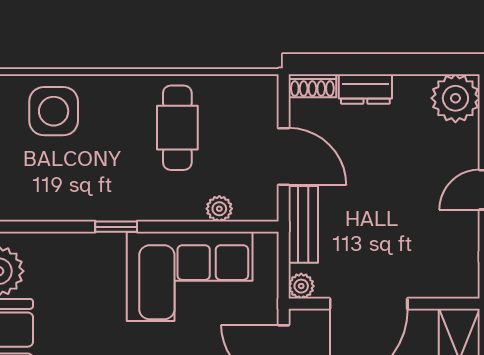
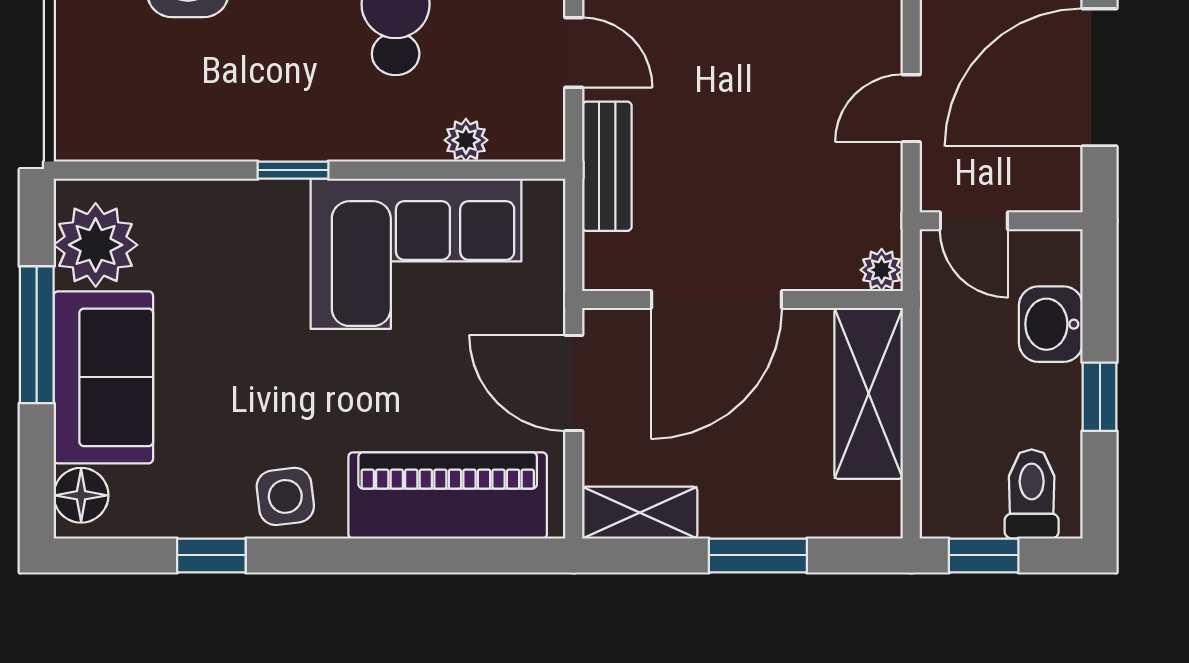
door: (284, 157) -> (574, 53), width x0.73
plant: (301, 286) -> (882, 270), moved

